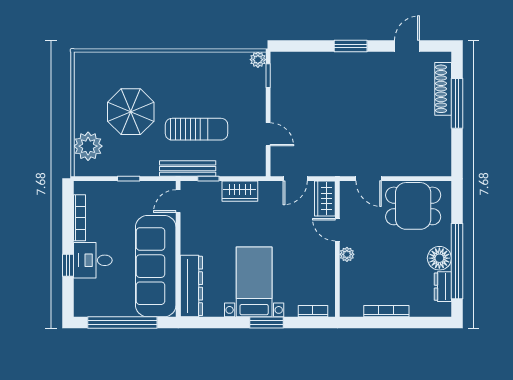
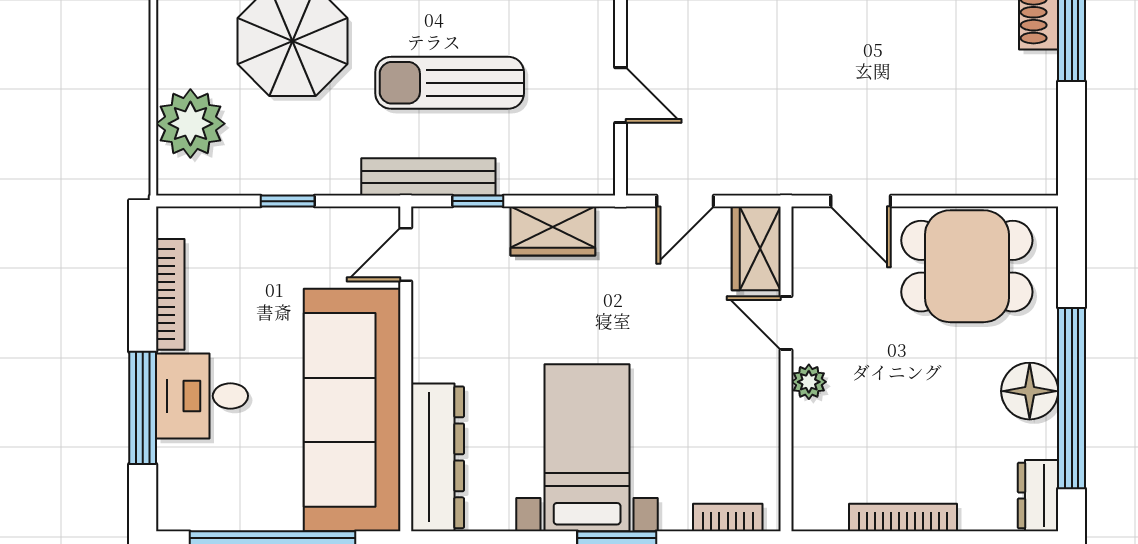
sun lounger: (197, 129) -> (450, 83), turned 180
window: (68, 265) -> (143, 408), width x2.17
dresser: (443, 287) -> (1038, 496), moved

